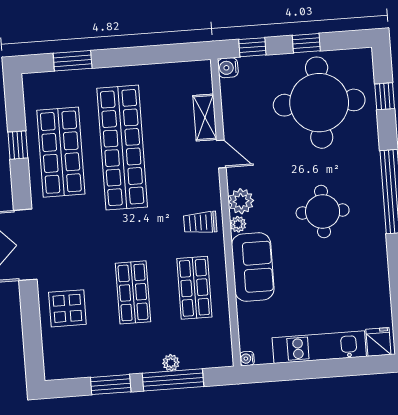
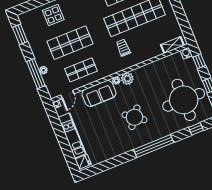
shelving: (205, 118) -> (172, 45), moved
door: (221, 154) -> (67, 94), moved
round table: (323, 212) -> (134, 117), turned 37
trolley: (200, 223) -> (123, 48), moved
shop shelf: (133, 292) -> (70, 43), width x1.43, depth x1.36
window: (111, 385) -> (20, 34), moved

